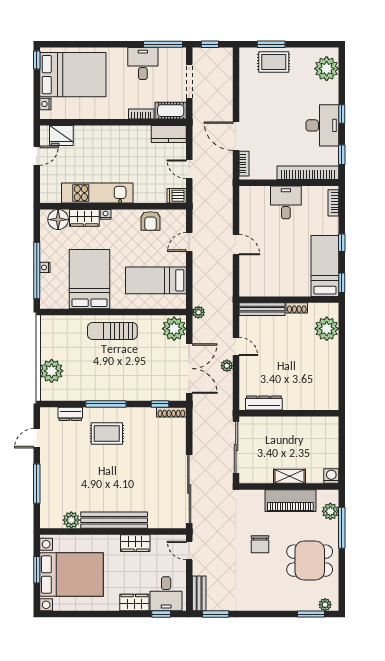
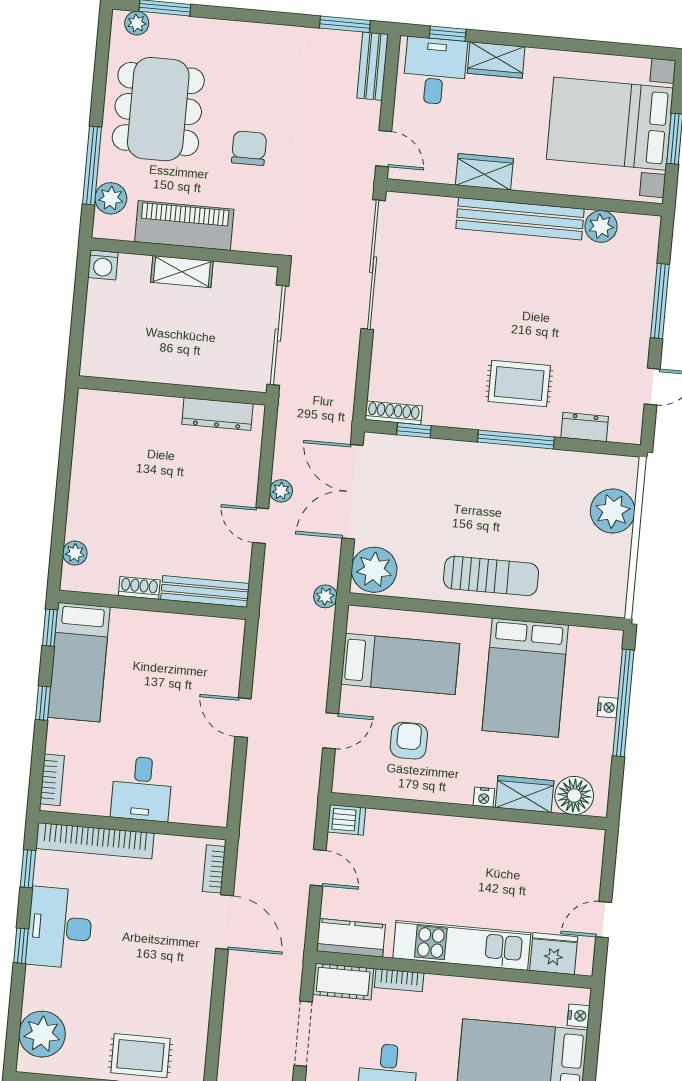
kitchen unit: (97, 193) -> (462, 945), moved, turned 180
armchair: (151, 221) -> (409, 741), moved
plant: (327, 329) -> (75, 553), width x0.53, depth x0.53
dining table: (310, 561) -> (158, 109), width x1.38

